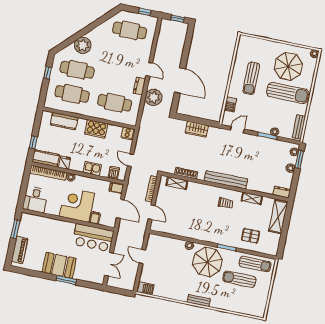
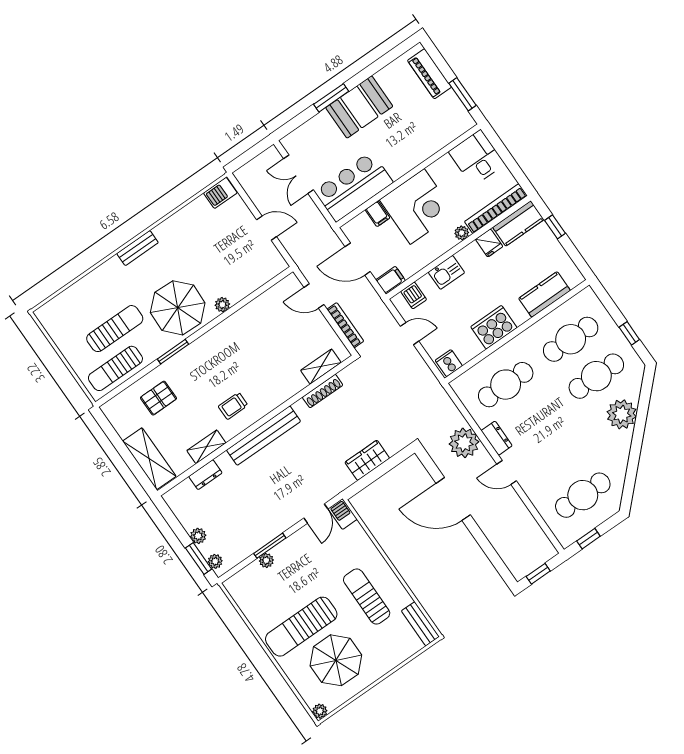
barbecue: (230, 104) -> (343, 514), moved
bench: (299, 127) -> (420, 624), moved
dresser: (282, 192) -> (205, 475), moved

